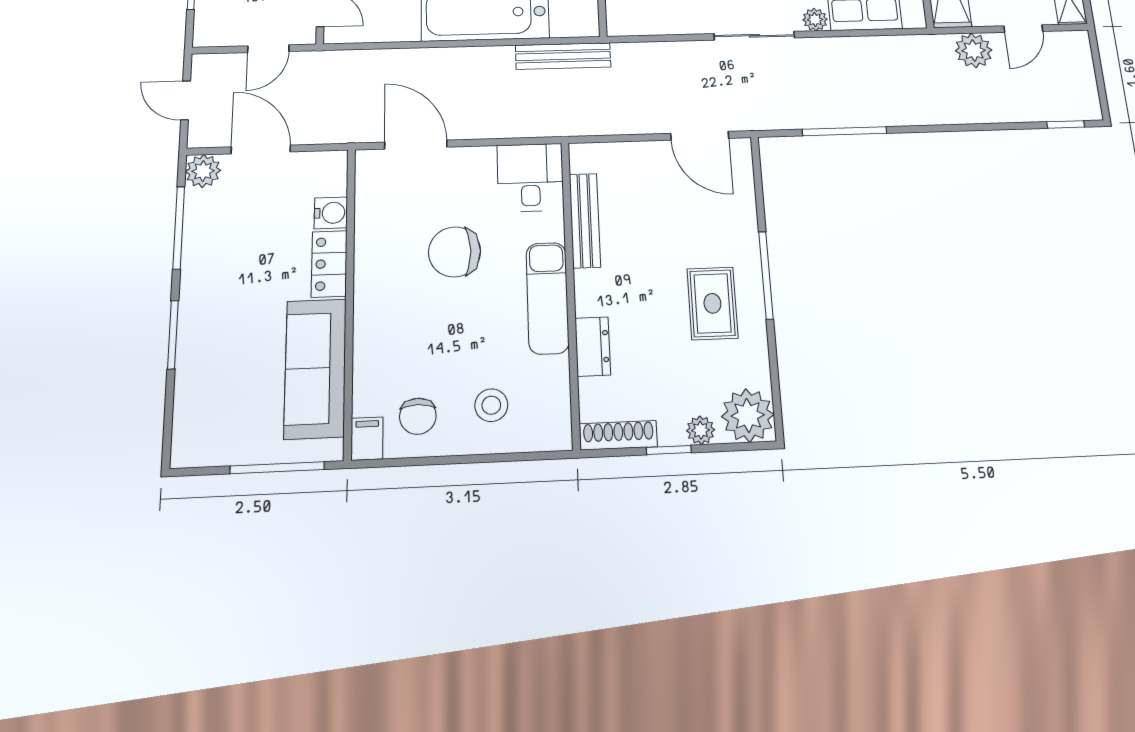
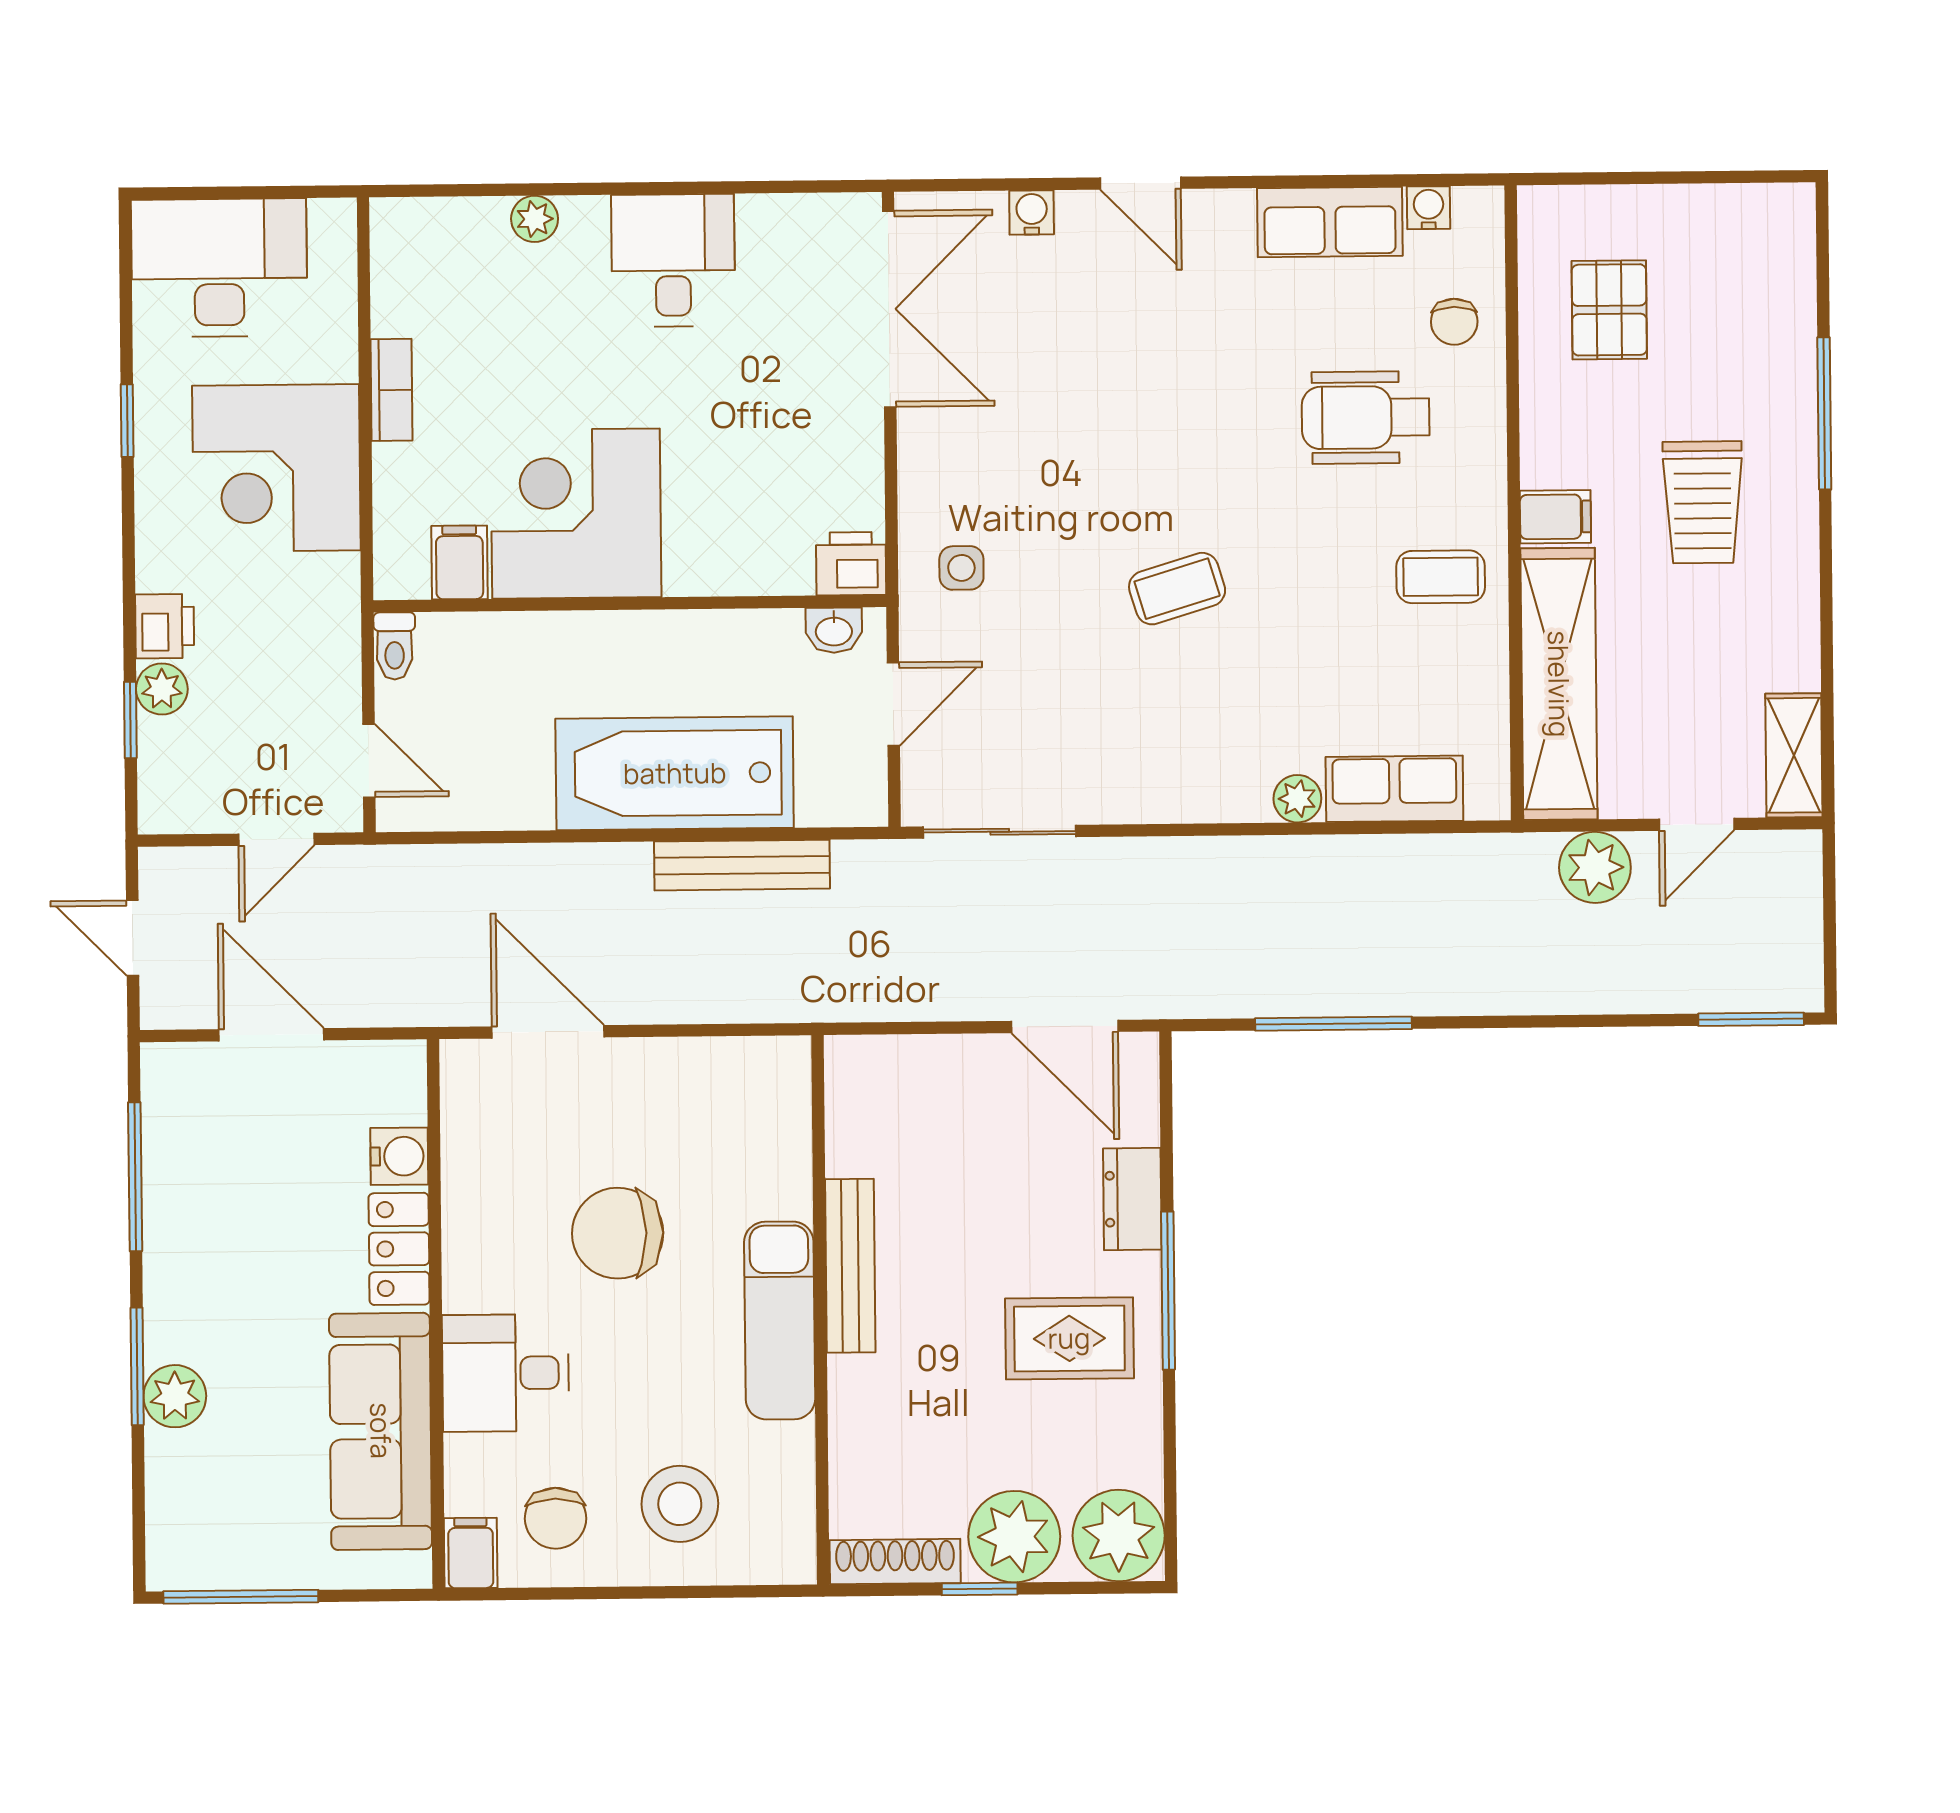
sliding door: (754, 36) -> (1000, 832), moved
bench: (563, 56) -> (742, 865), moved
window: (1066, 124) -> (1751, 1019), width x1.50
plant: (203, 171) -> (175, 1396), moved
desk: (530, 177) -> (506, 1373), moved, turned -90
bench: (585, 220) -> (850, 1266), moved
rug: (712, 303) -> (1069, 1338), turned 90
dresser: (593, 347) -> (1132, 1199), moved, turned 180
stool: (491, 405) -> (680, 1504), width x1.38, depth x1.38
plant: (701, 430) -> (1014, 1537), width x1.88, depth x1.88
window: (277, 468) -> (241, 1597), moved

